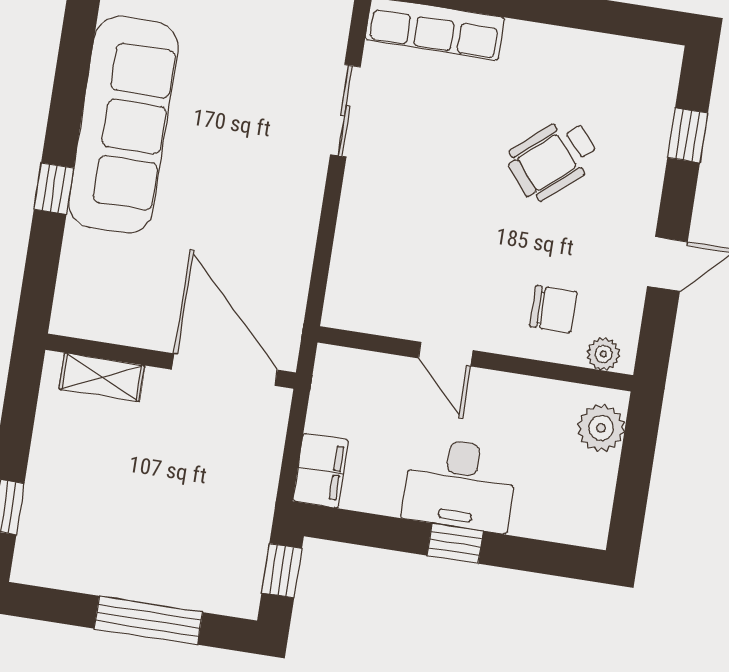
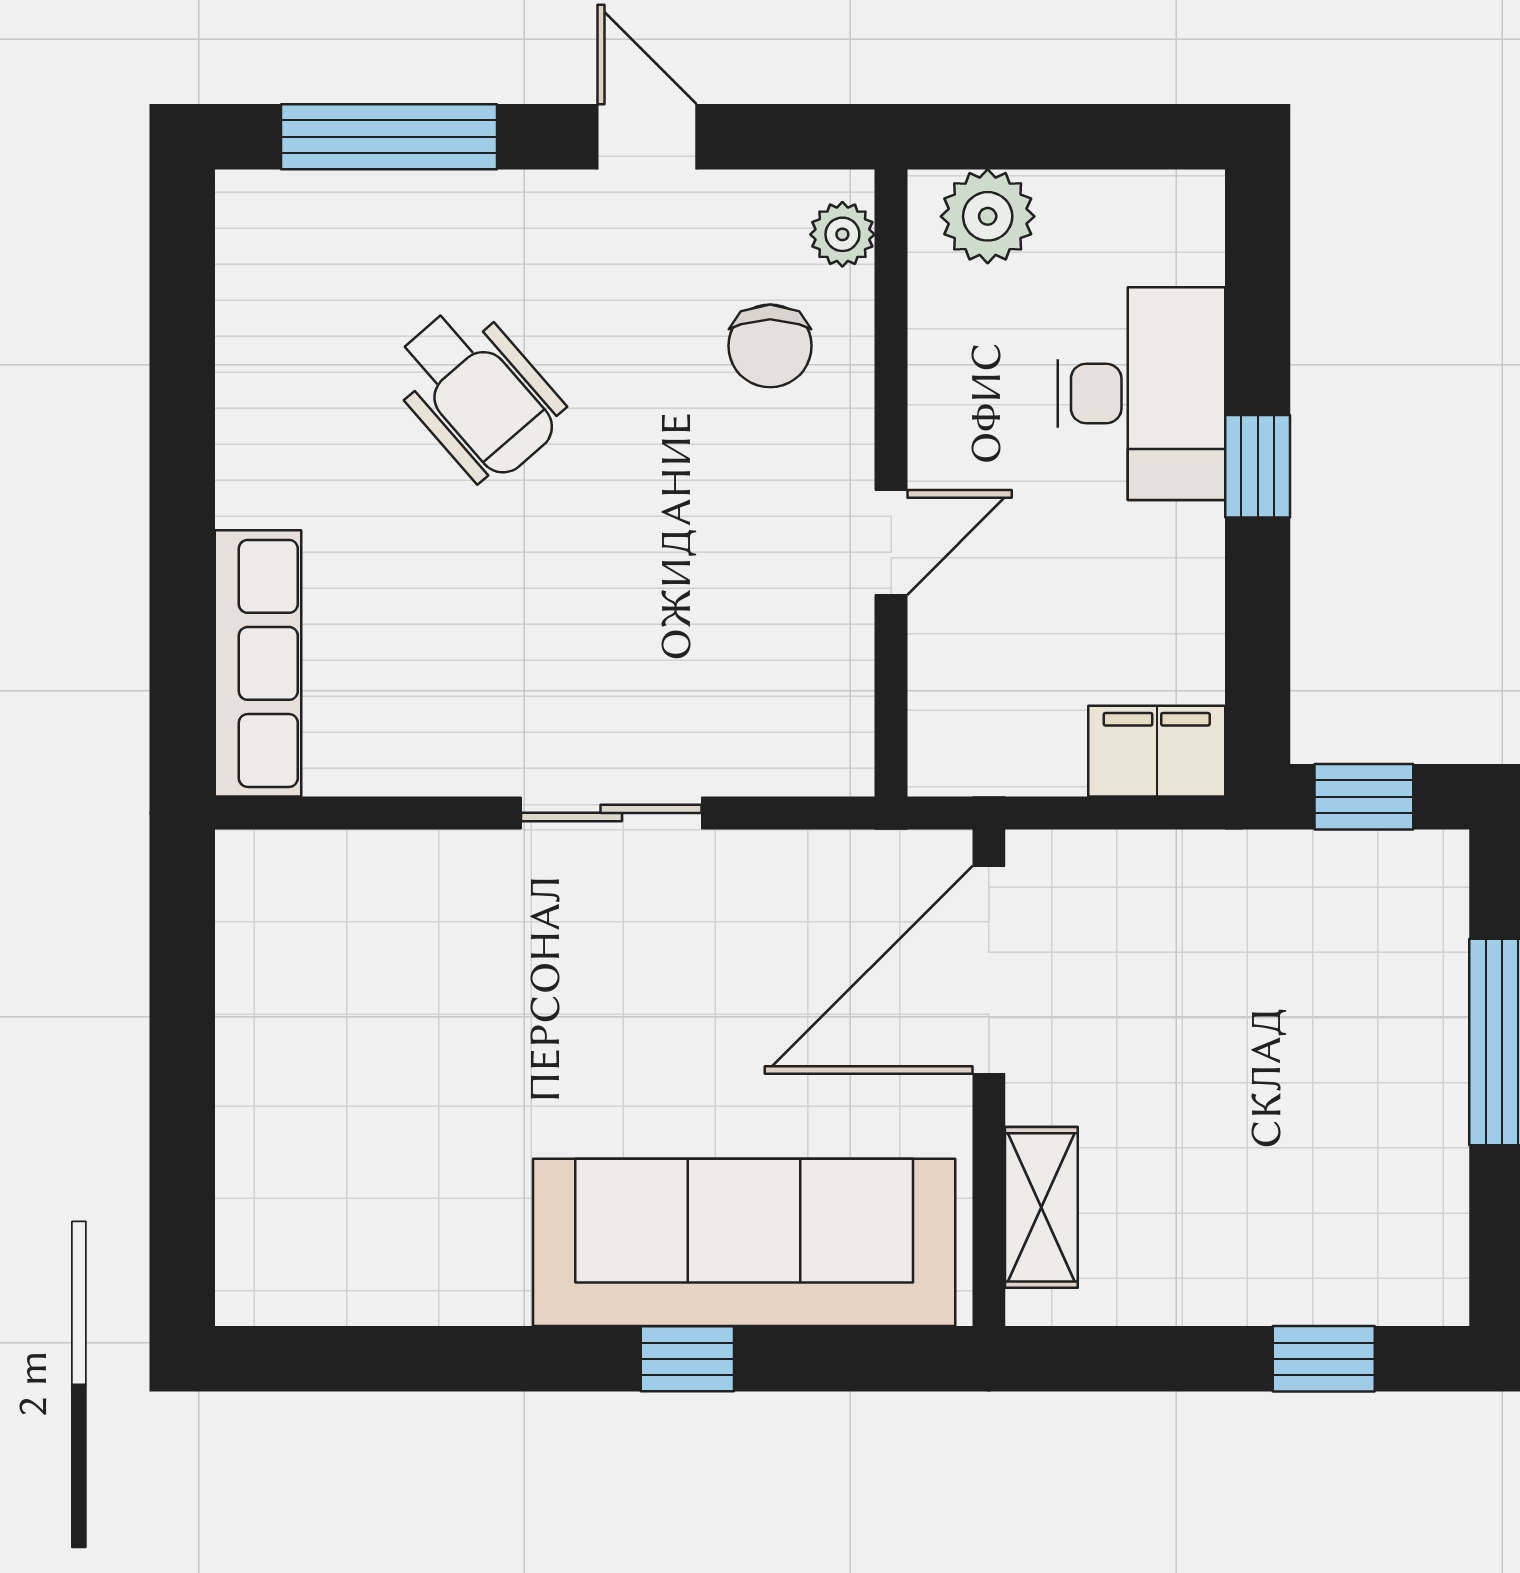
sliding door: (345, 111) -> (611, 813), moved
sofa: (123, 125) -> (744, 1242), moved
window: (688, 135) -> (389, 137), width x2.17
chair: (553, 309) -> (770, 346), turned 180
desk: (460, 485) -> (1141, 394), moved

